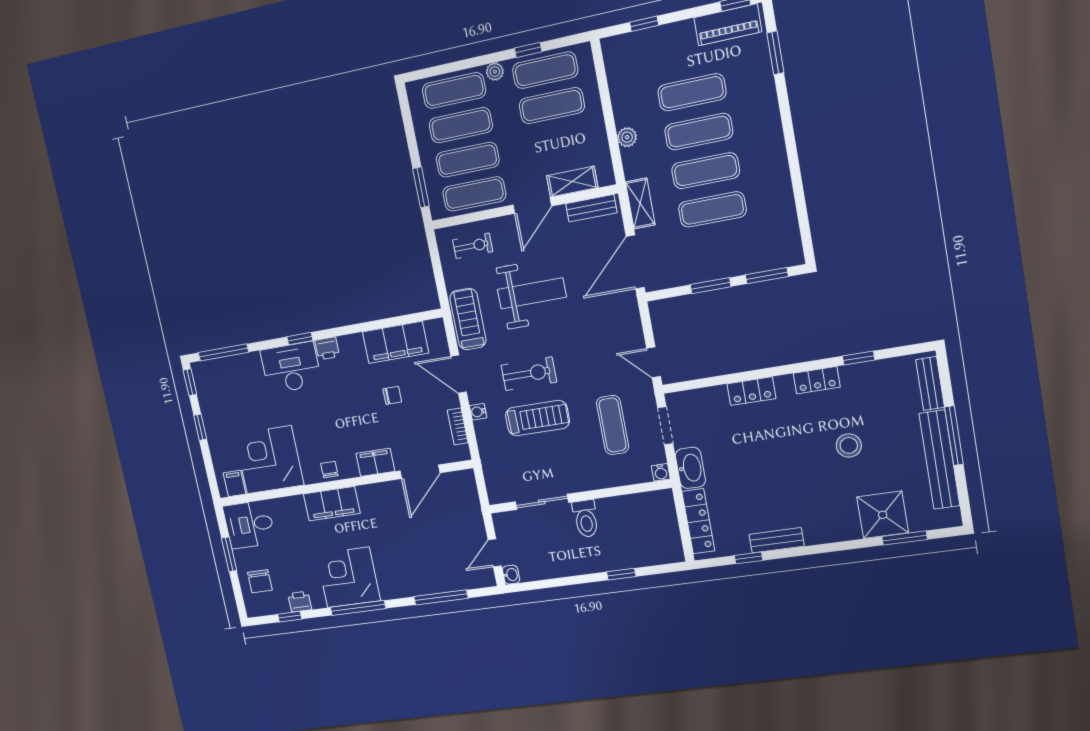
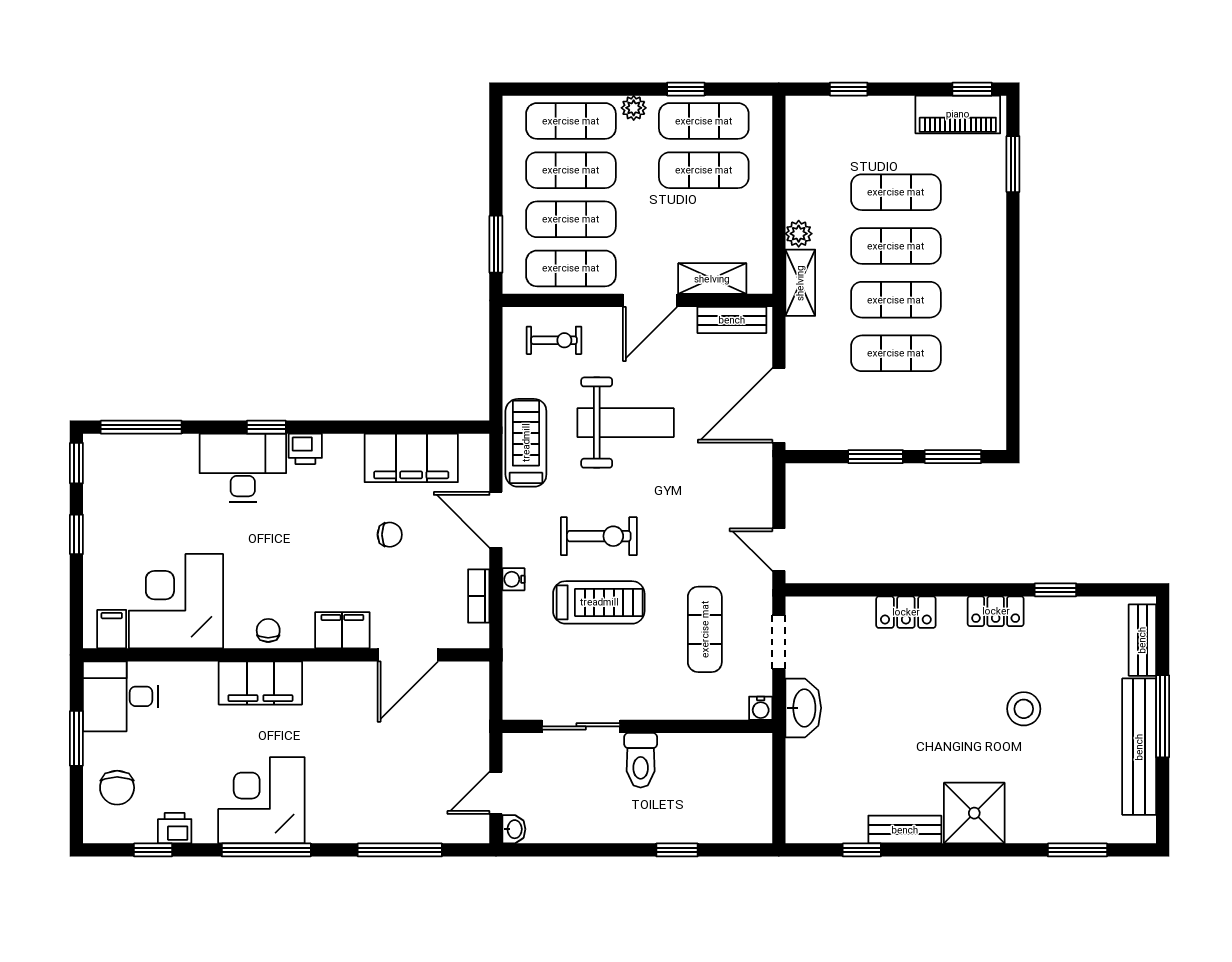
shelving: (640, 203) -> (800, 283), moved
shower: (883, 515) -> (974, 813), moved
locker: (698, 521) -> (801, 787), removed

